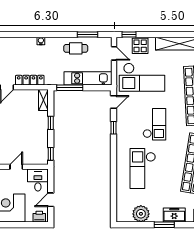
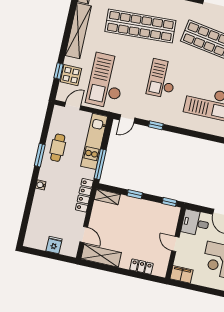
window: (88, 35) -> (40, 155), moved
window: (129, 35) -> (59, 71), moved
checkout: (142, 77) -> (107, 81), turned 180
locker: (30, 80) -> (84, 195), moved
door: (114, 102) -> (127, 119), swing flipped
checkout: (154, 124) -> (162, 79), turned -90

